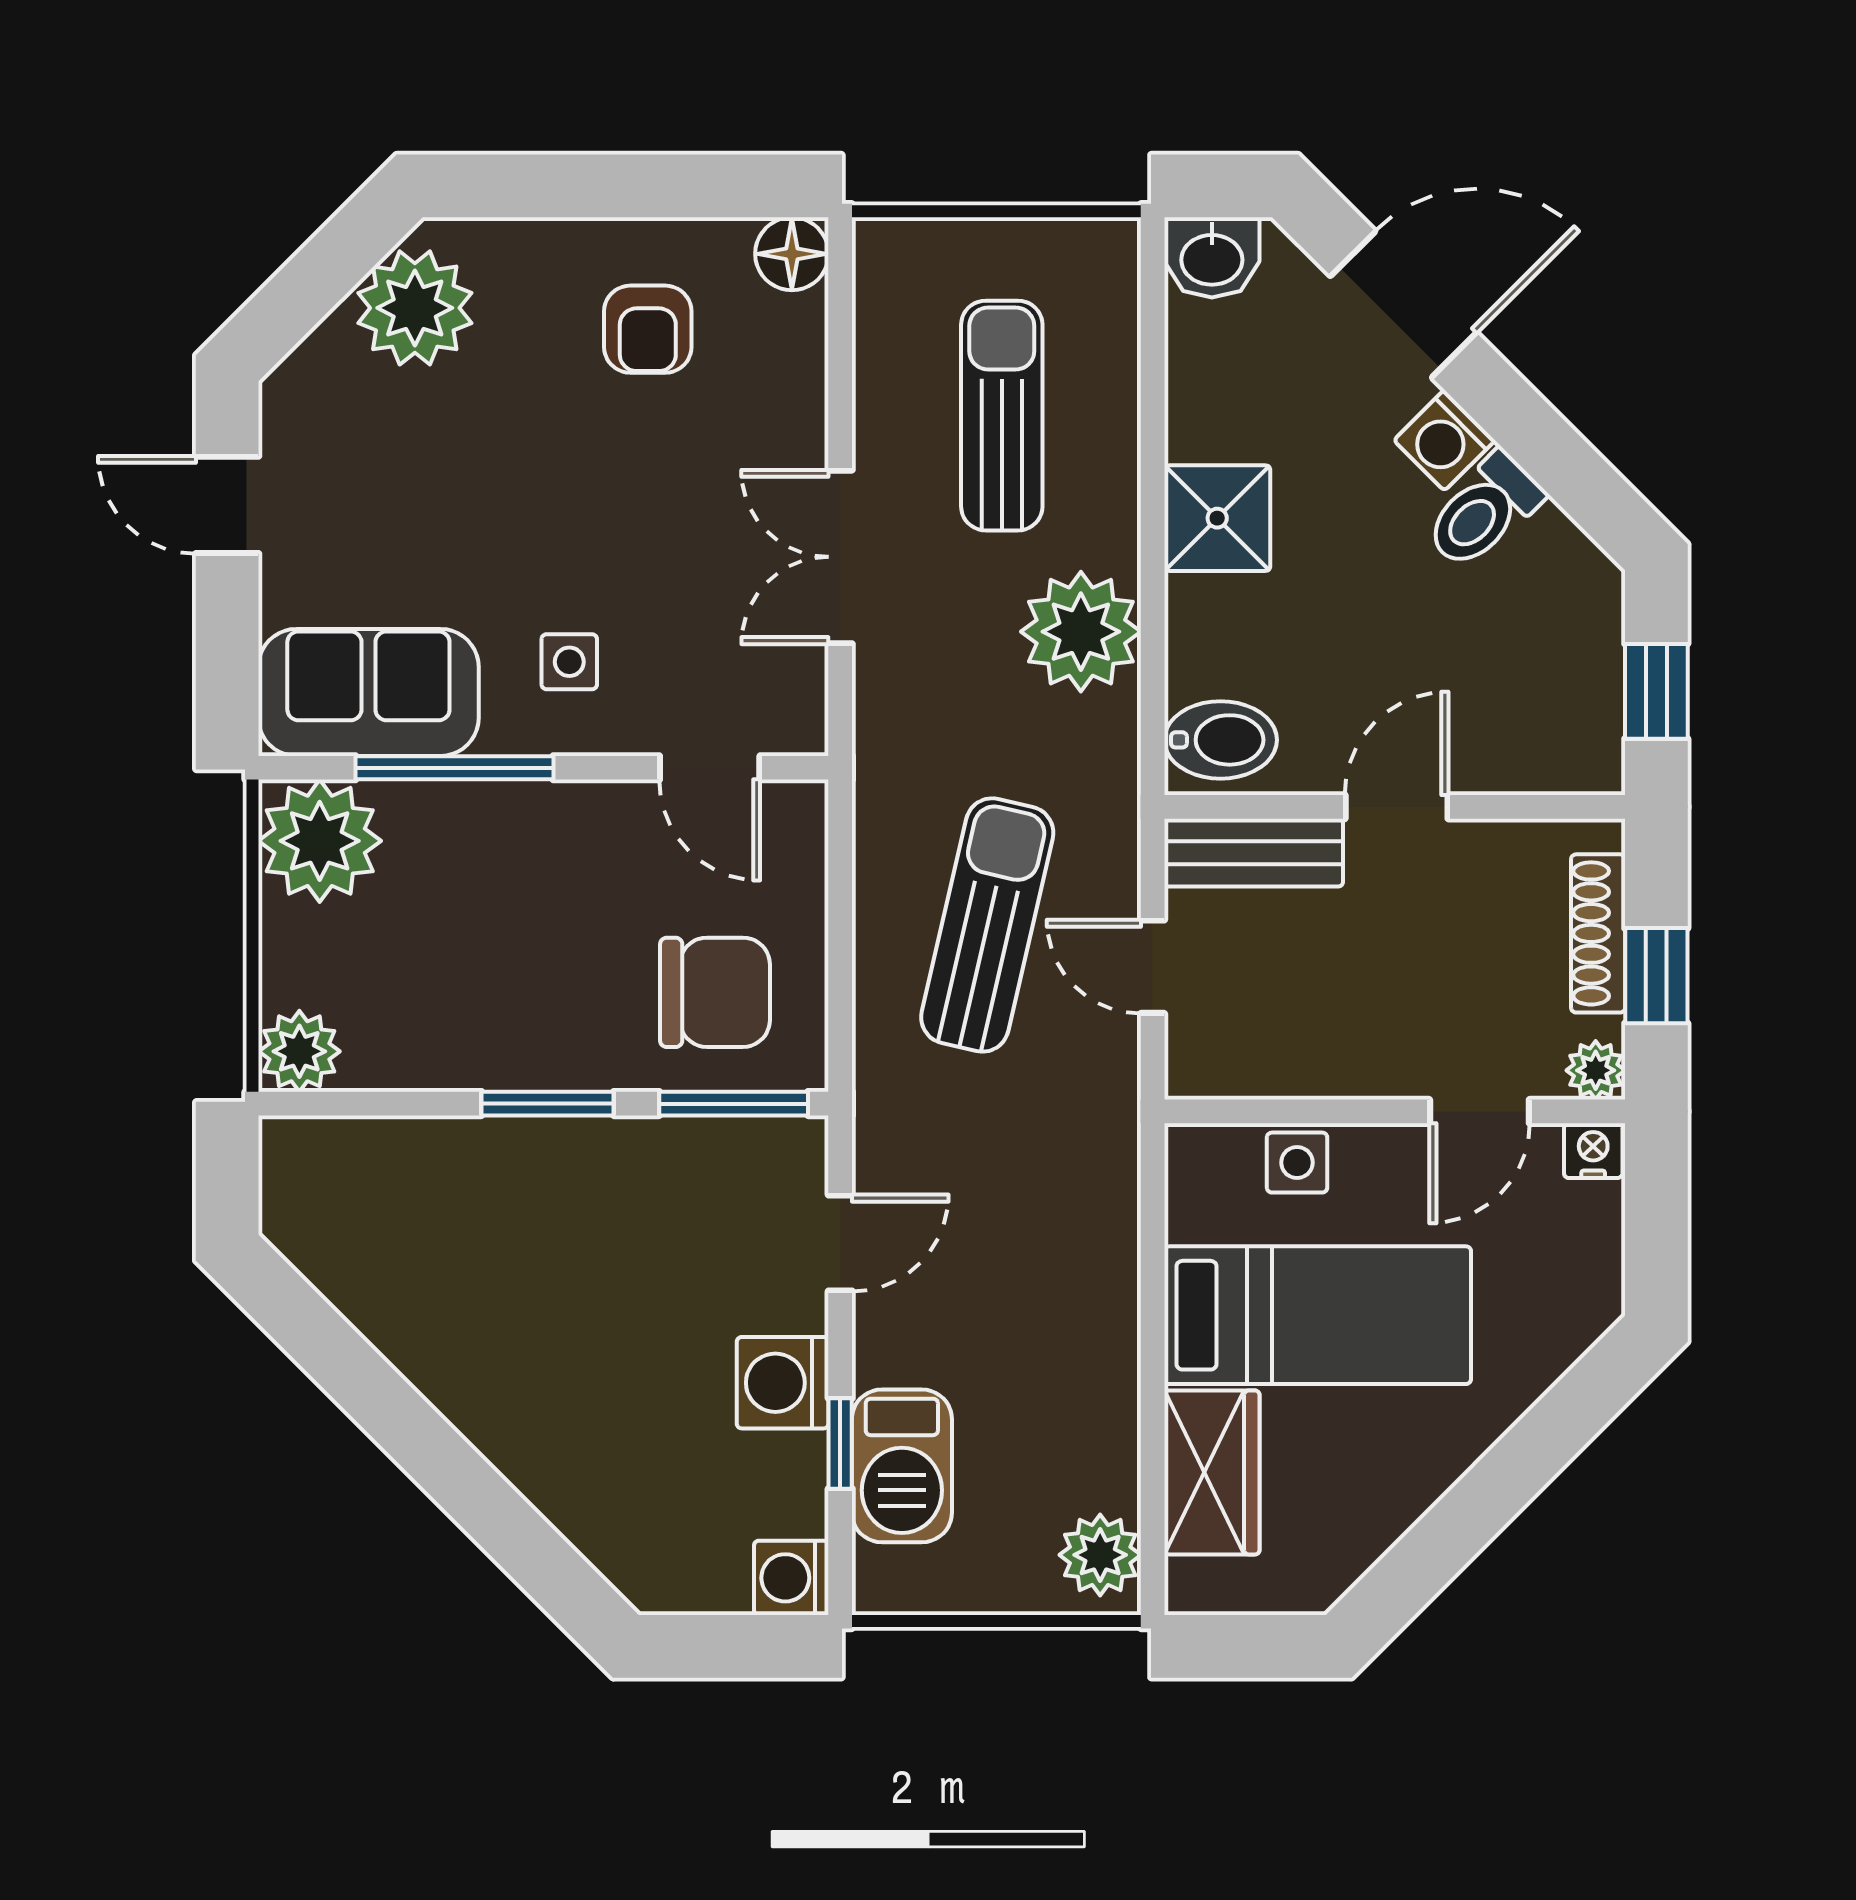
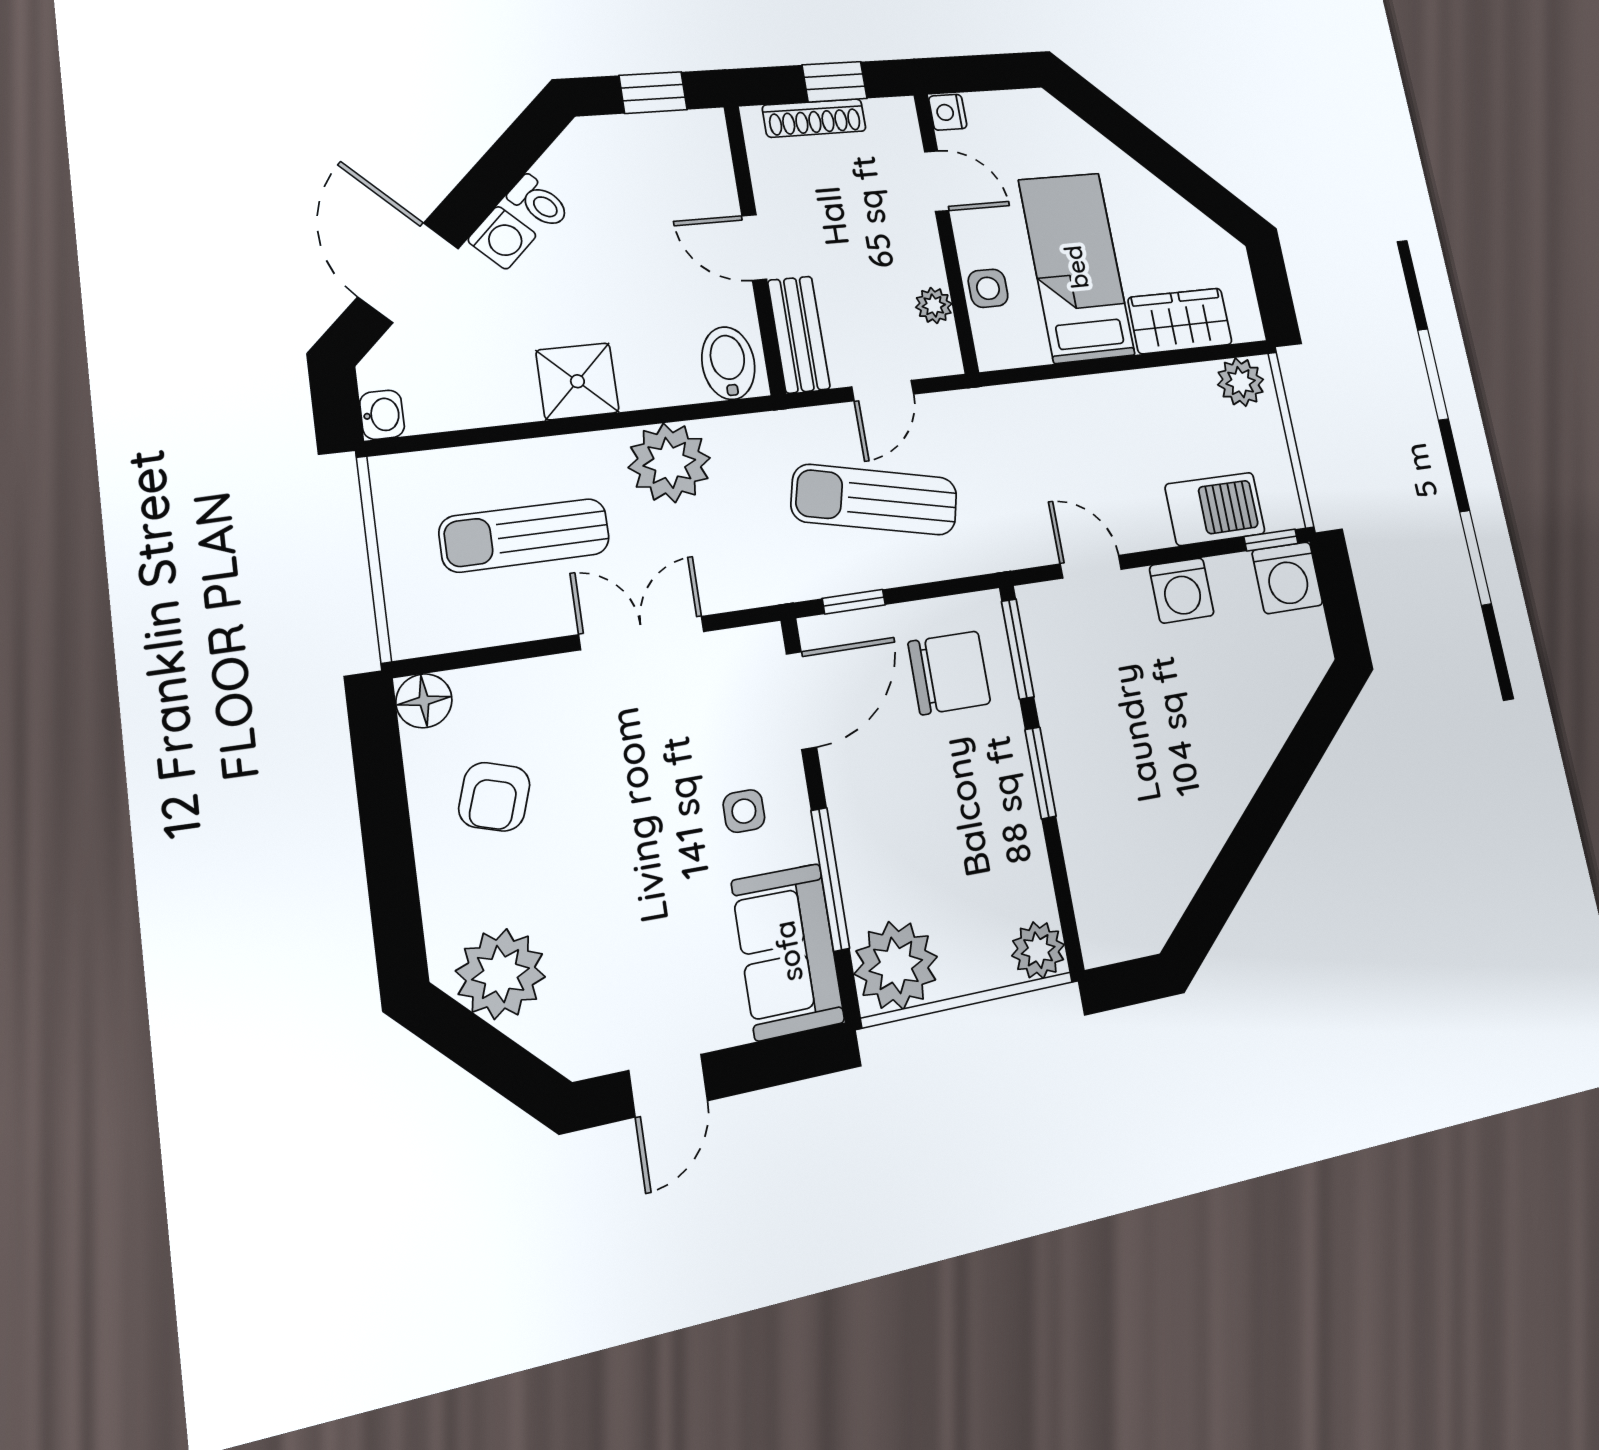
washbasin: (1212, 257) -> (382, 415), width x0.72, depth x0.69
armchair: (648, 329) -> (494, 797), turned 108
toilet: (1484, 511) -> (539, 202), width x0.73, depth x0.72
double door: (840, 557) -> (642, 633), swing flipped
door: (710, 768) -> (801, 700), width x1.38
window: (840, 868) -> (854, 602), added
chair: (715, 992) -> (949, 673), turned 90
plant: (1596, 1070) -> (934, 305), moved
window: (840, 1444) -> (1271, 540), moved
washing machine: (791, 1578) -> (1287, 578), width x1.38, depth x1.38

